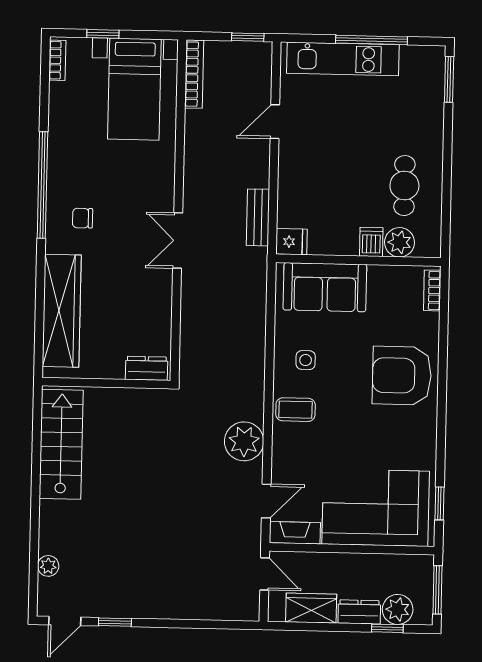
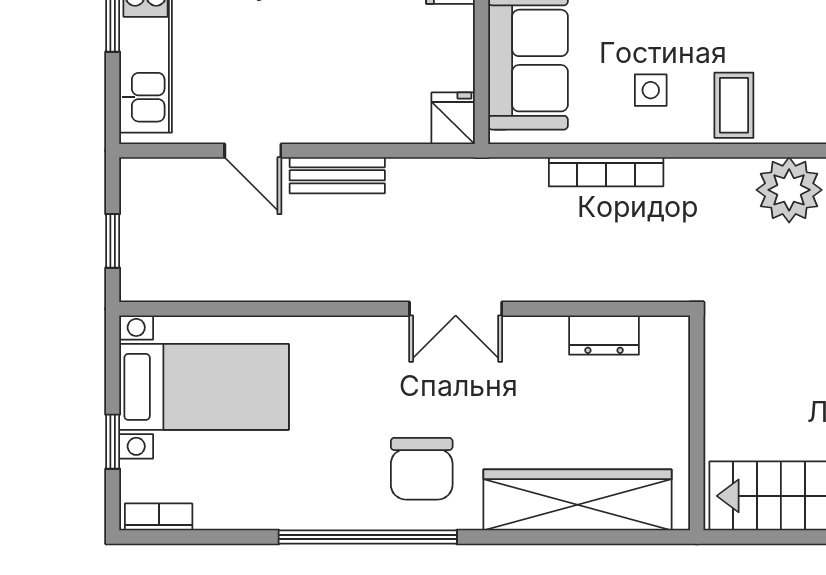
window: (248, 37) -> (113, 241), moved
bookcase: (194, 74) -> (606, 172), moved, turned 180
bench: (258, 217) -> (337, 175), moved
chair: (83, 218) -> (422, 469), width x1.87, depth x1.87
dresser: (147, 368) -> (604, 335), moved, turned -90

